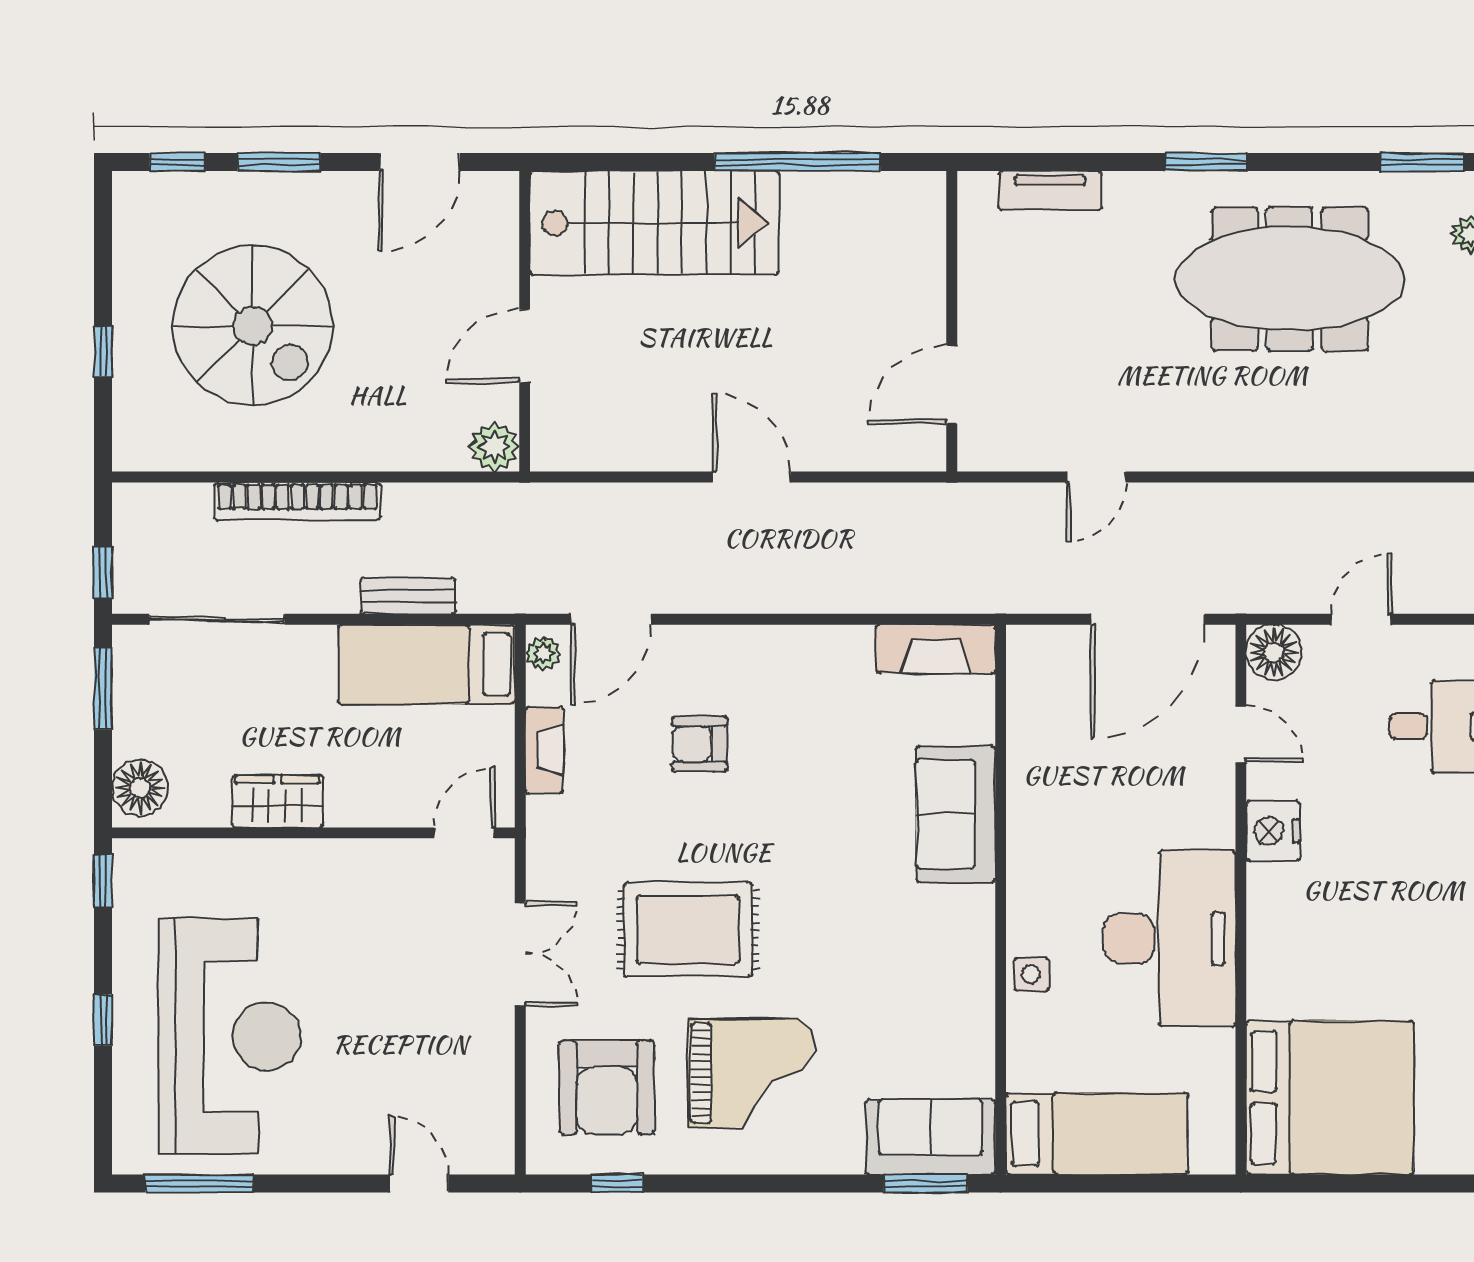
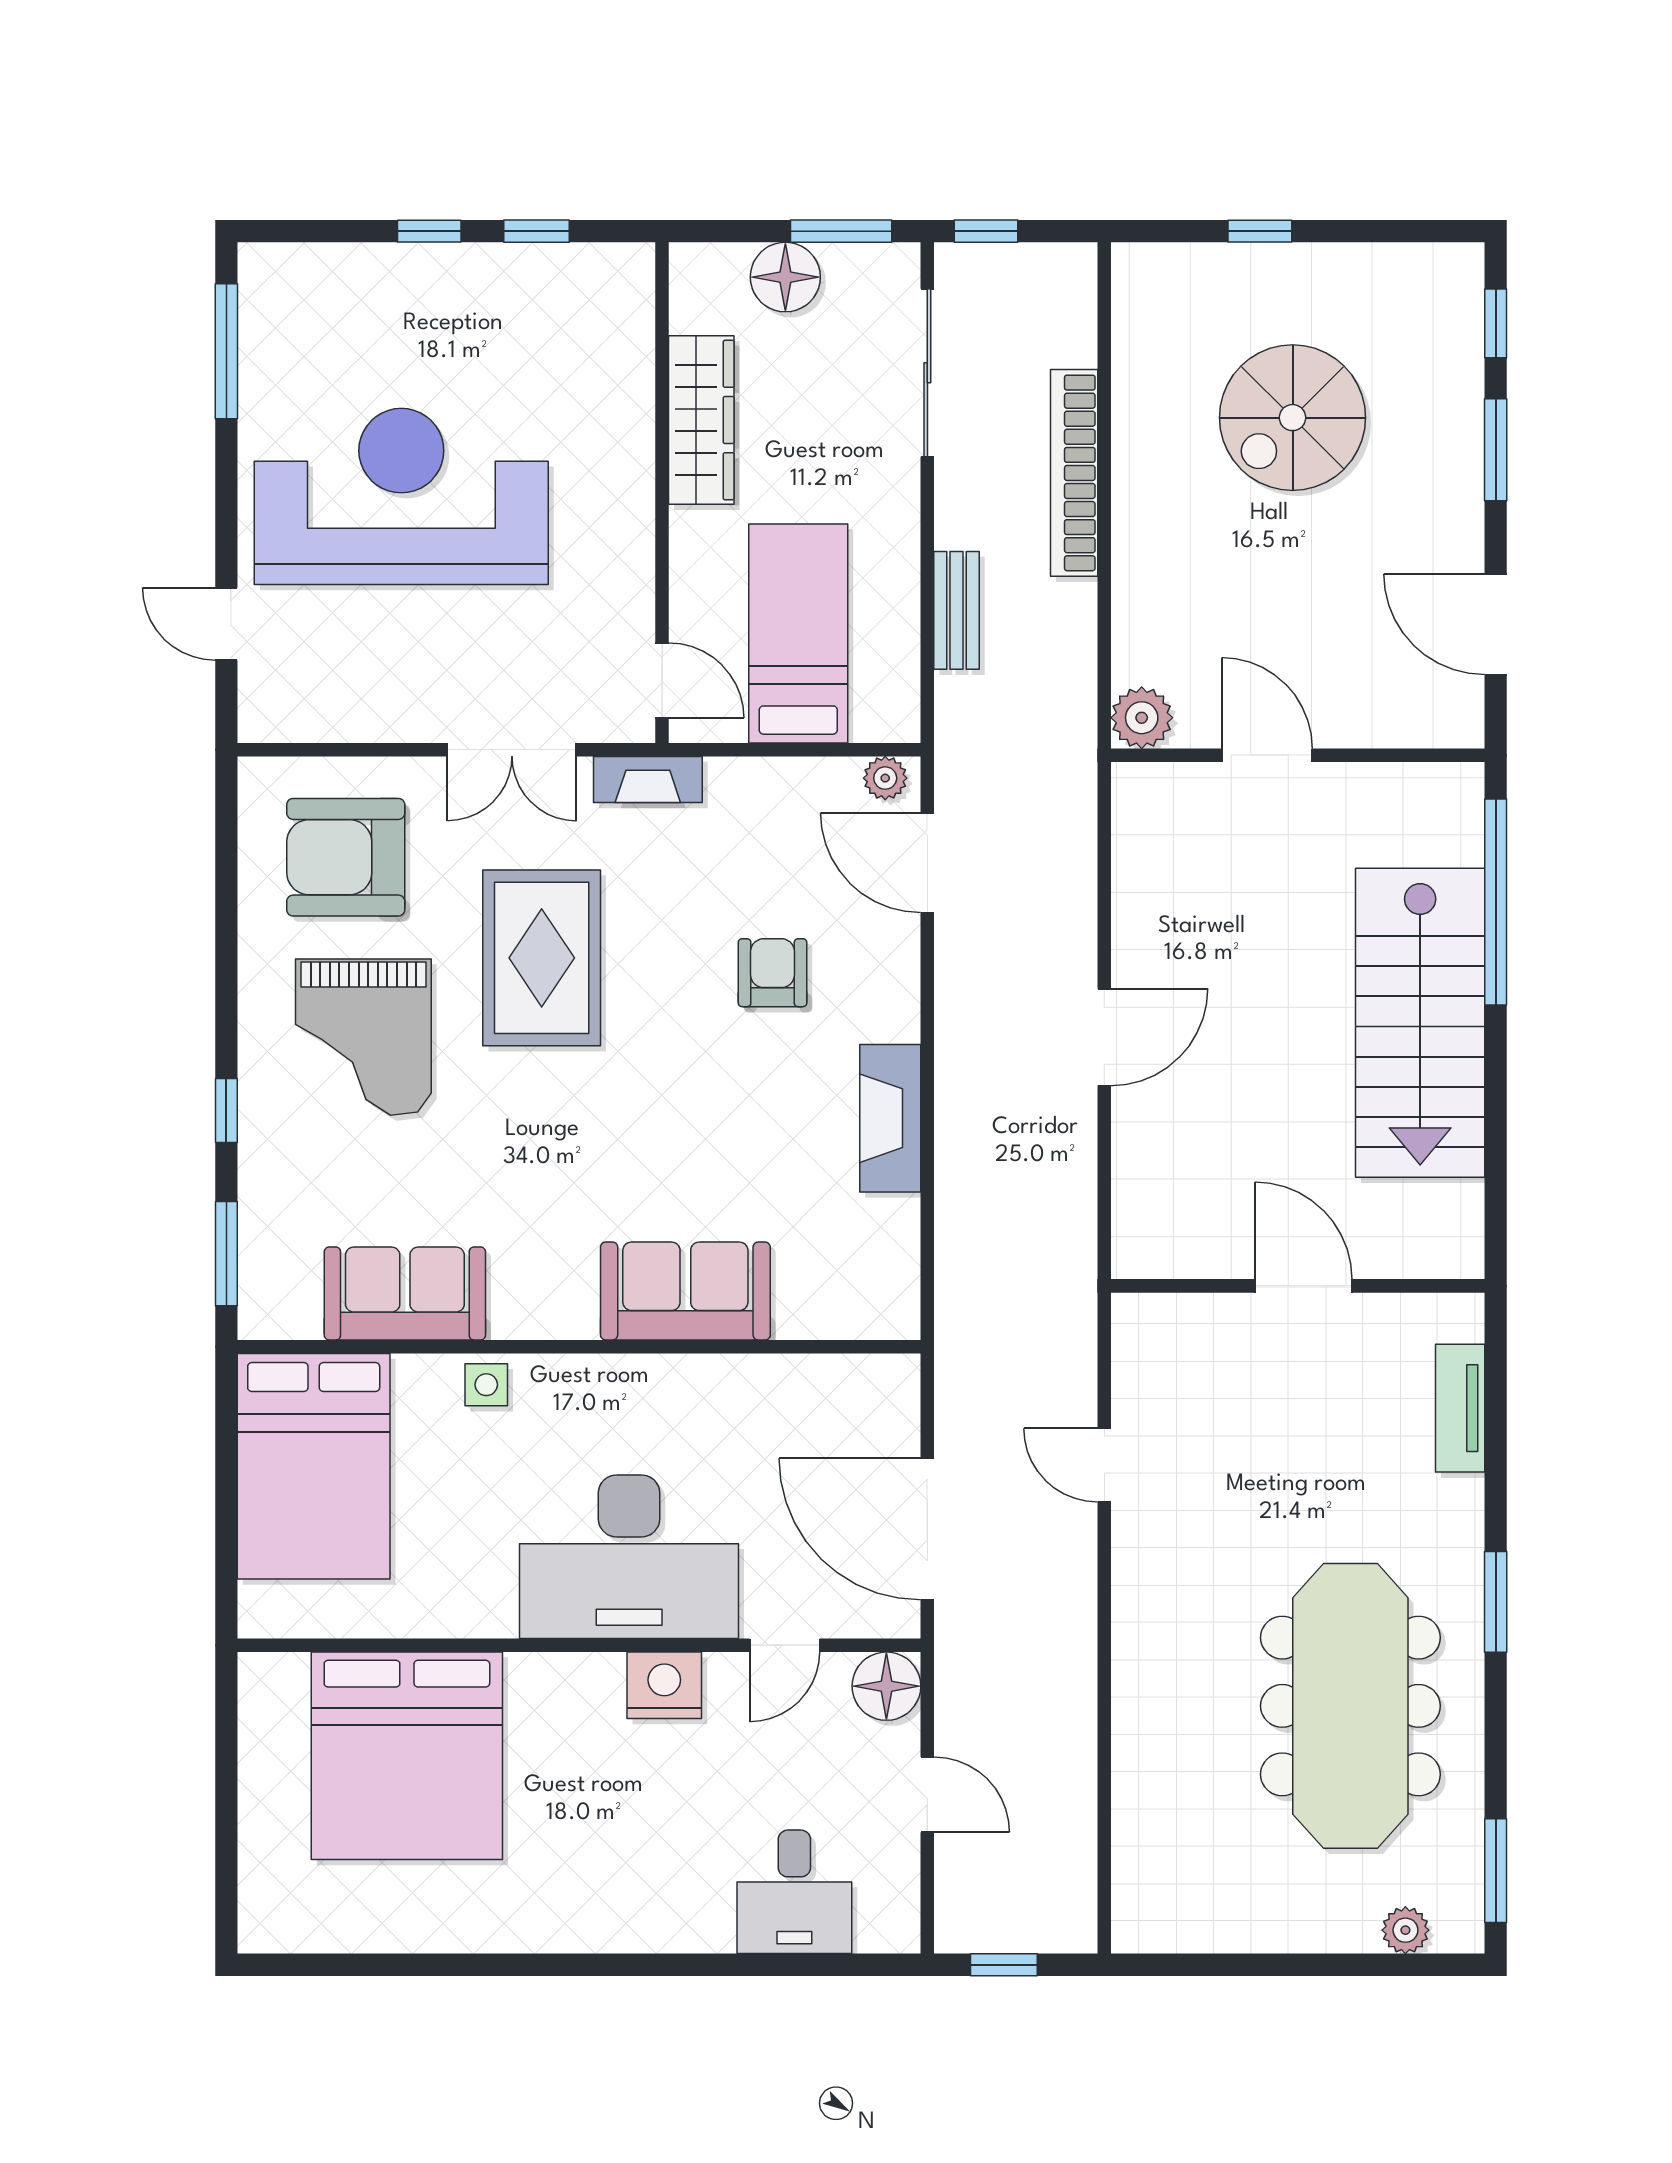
window: (798, 162) -> (1496, 902), moved
stairs: (654, 223) -> (1420, 1023), moved
spiral stairs: (253, 325) -> (1293, 418), width x0.73, depth x0.73
door: (952, 385) -> (1303, 1286), moved
fireplace: (936, 649) -> (890, 1118), moved
bed: (427, 664) -> (798, 633), moved
fireplace: (544, 750) -> (648, 779), moved
floor lamp: (140, 788) -> (785, 277), moved
wardrobe: (278, 801) -> (701, 420), width x1.50
window: (103, 881) -> (537, 231), moved
desk: (1170, 939) -> (629, 1557), moved
reception desk: (229, 1036) -> (401, 496), moved, turned 180
bed: (1330, 1098) -> (407, 1756), moved
bed: (1097, 1134) -> (314, 1466), width x1.50
sofa: (930, 1137) -> (405, 1293), moved, turned -90
door: (419, 1183) -> (226, 624), swing flipped
window: (617, 1183) -> (226, 1110), moved

